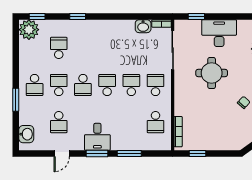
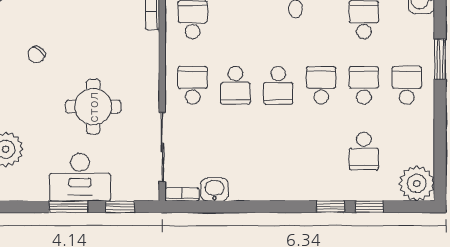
window: (37, 16) -> (369, 207), moved
window: (226, 16) -> (68, 207), added
school desk: (59, 85) -> (364, 85), turned 180
school desk: (156, 85) -> (193, 85), turned 180

